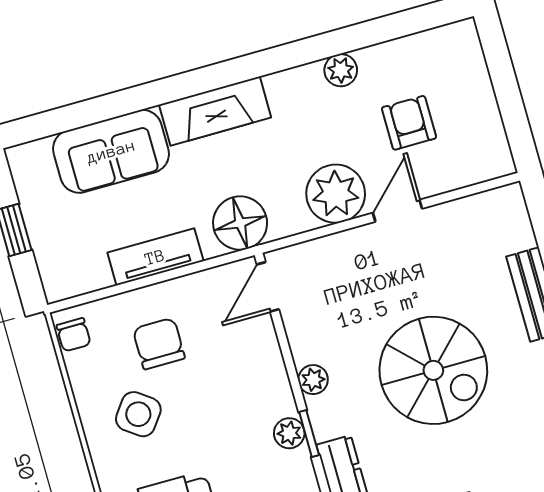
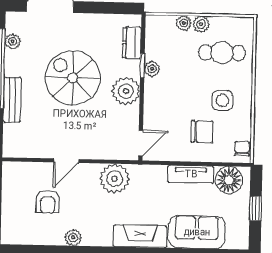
plant: (336, 194) -> (115, 179), moved
floor lamp: (240, 223) -> (229, 180), moved
chair: (159, 344) -> (202, 132), turned -90
plant: (313, 380) -> (126, 91), width x1.87, depth x1.87
side table: (138, 414) -> (222, 100), turned -36

